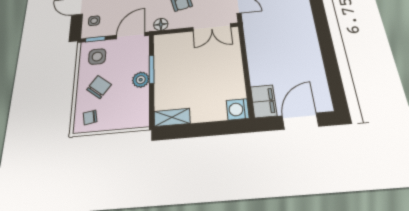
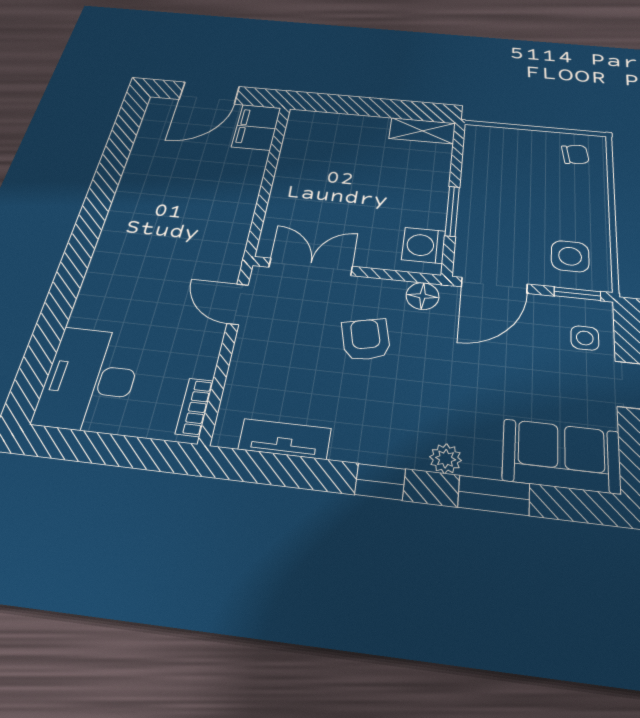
plant: (141, 80) -> (476, 197), removed
chair: (99, 87) -> (562, 199), removed
washing machine: (238, 109) -> (424, 245), moved, turned 180

